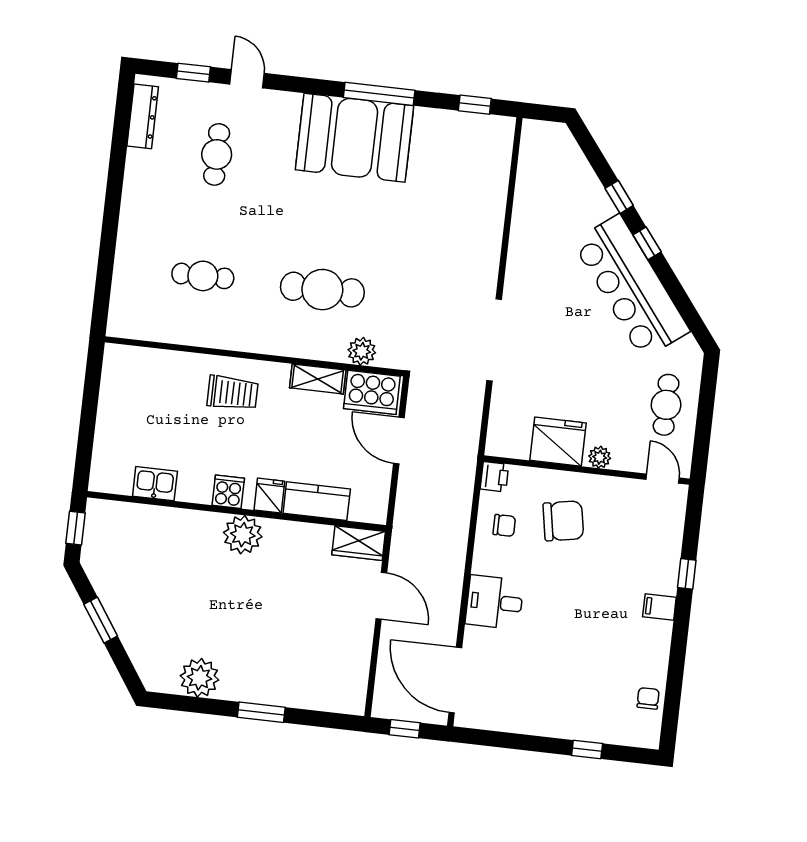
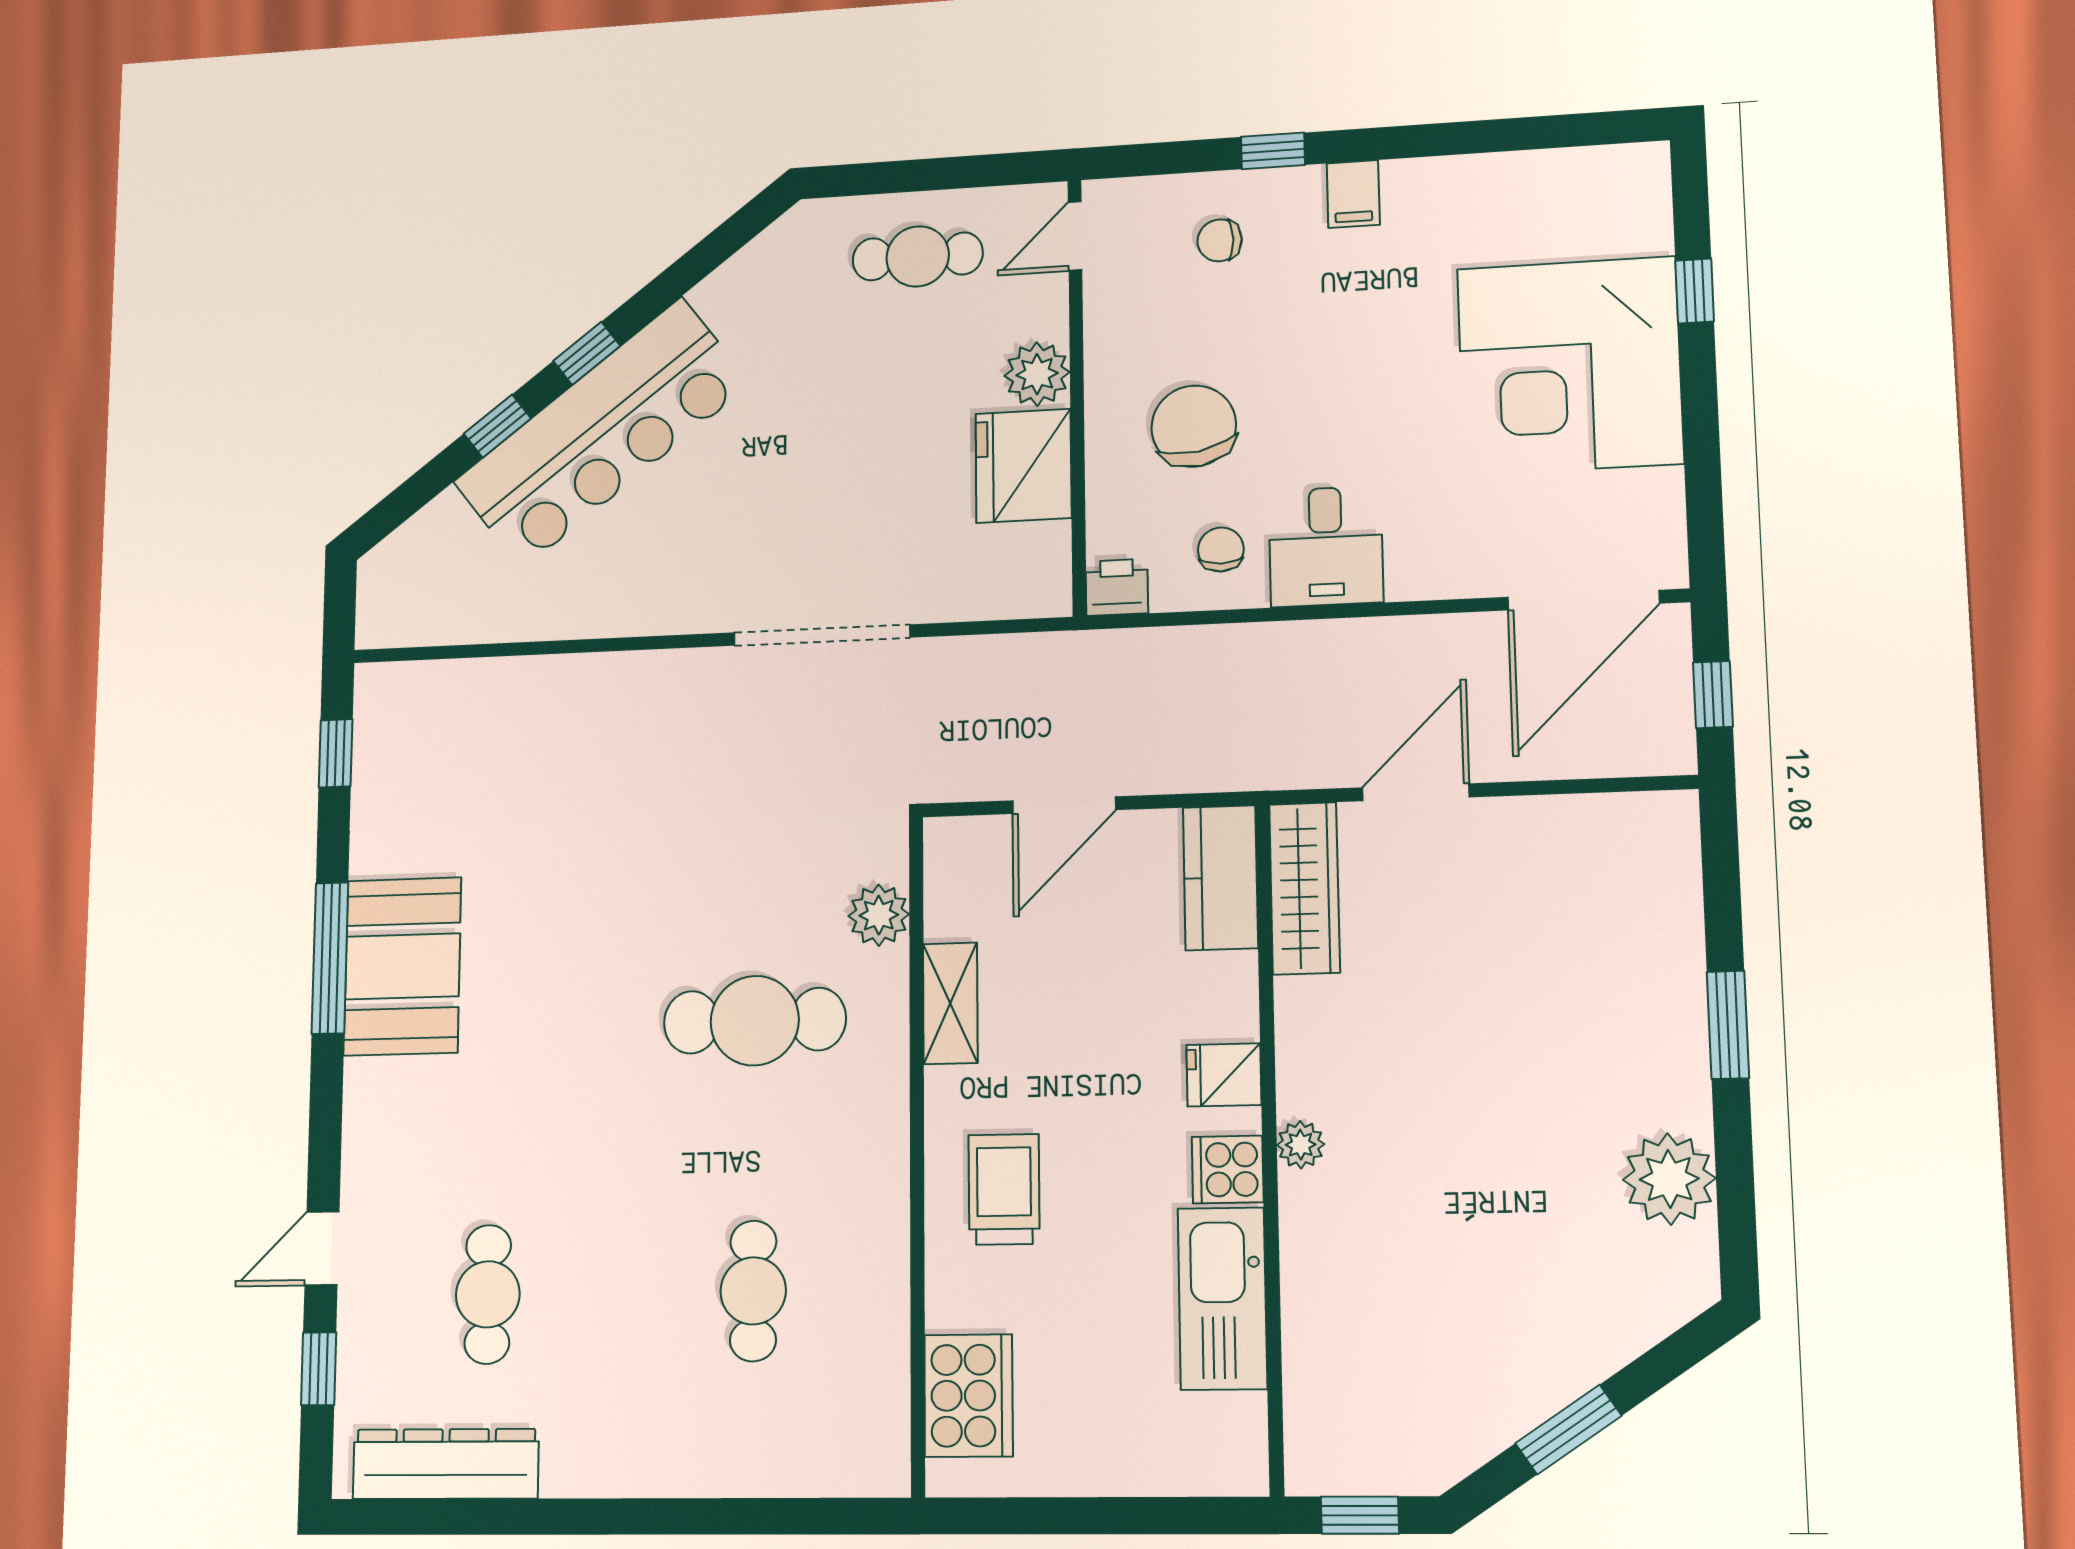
dresser: (143, 116) -> (446, 1464), width x1.37, depth x1.24
booth: (355, 138) -> (402, 966), width x0.73, depth x0.70
cafe table: (217, 154) -> (488, 1294), turned 90
bar counter: (631, 287) -> (602, 433), moved
cafe table: (322, 290) -> (755, 1021), turned 90
cooker: (372, 392) -> (969, 1396), moved
plant: (600, 457) -> (1037, 374), width x1.38, depth x1.38
kitchen sink: (155, 484) -> (1222, 1298), width x1.87, depth x1.24
kitchen counter: (317, 501) -> (1220, 878), moved
plant: (243, 535) -> (1301, 1145), width x0.53, depth x0.53
wardrobe: (359, 543) -> (1305, 888), width x1.50
desk: (495, 602) -> (1326, 546), moved
corner desk: (562, 690) -> (1570, 366), added
chair: (648, 698) -> (1220, 240), moved

